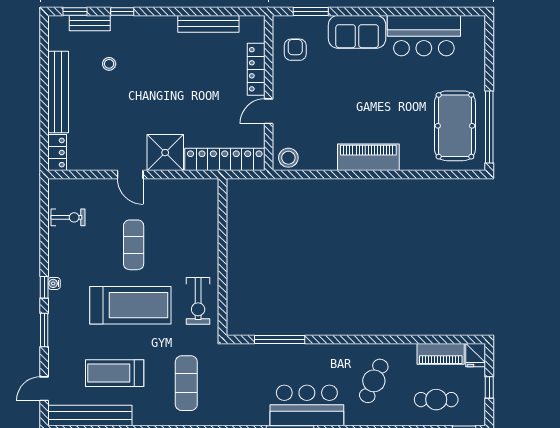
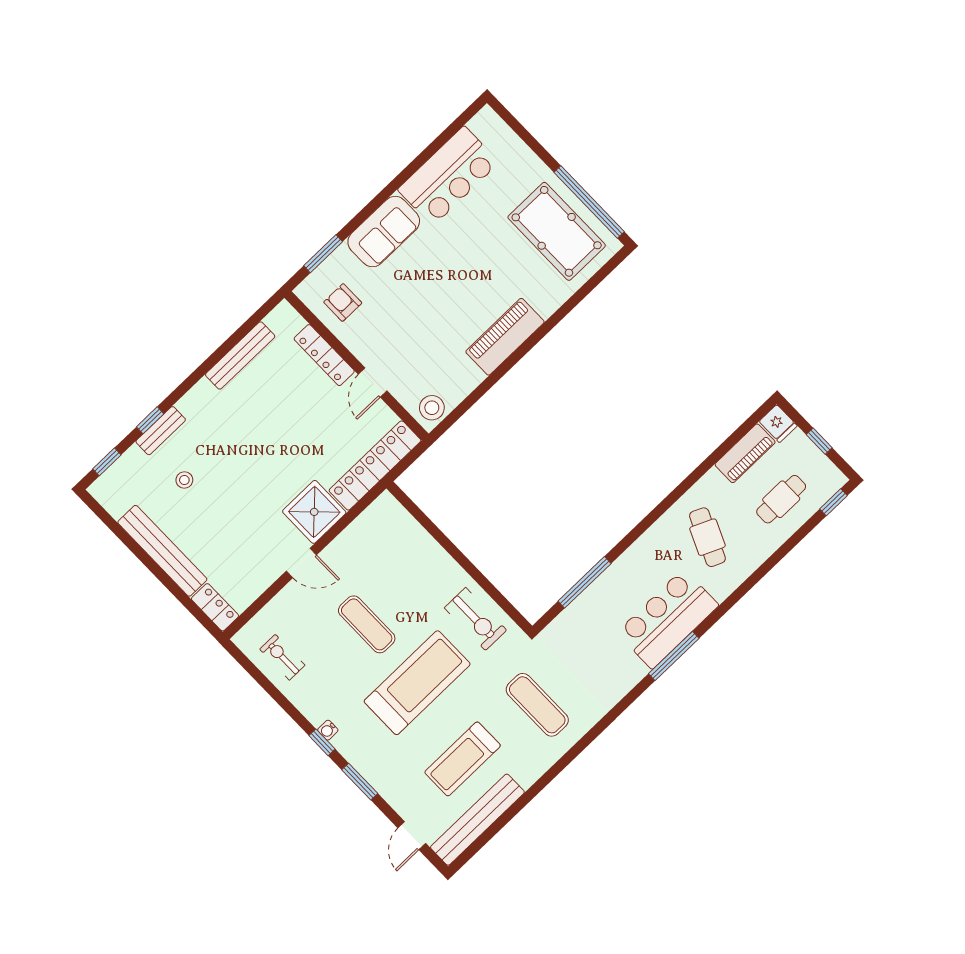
bench: (90, 23) -> (161, 431), moved
exercise bike: (68, 217) -> (282, 657), turned -90

